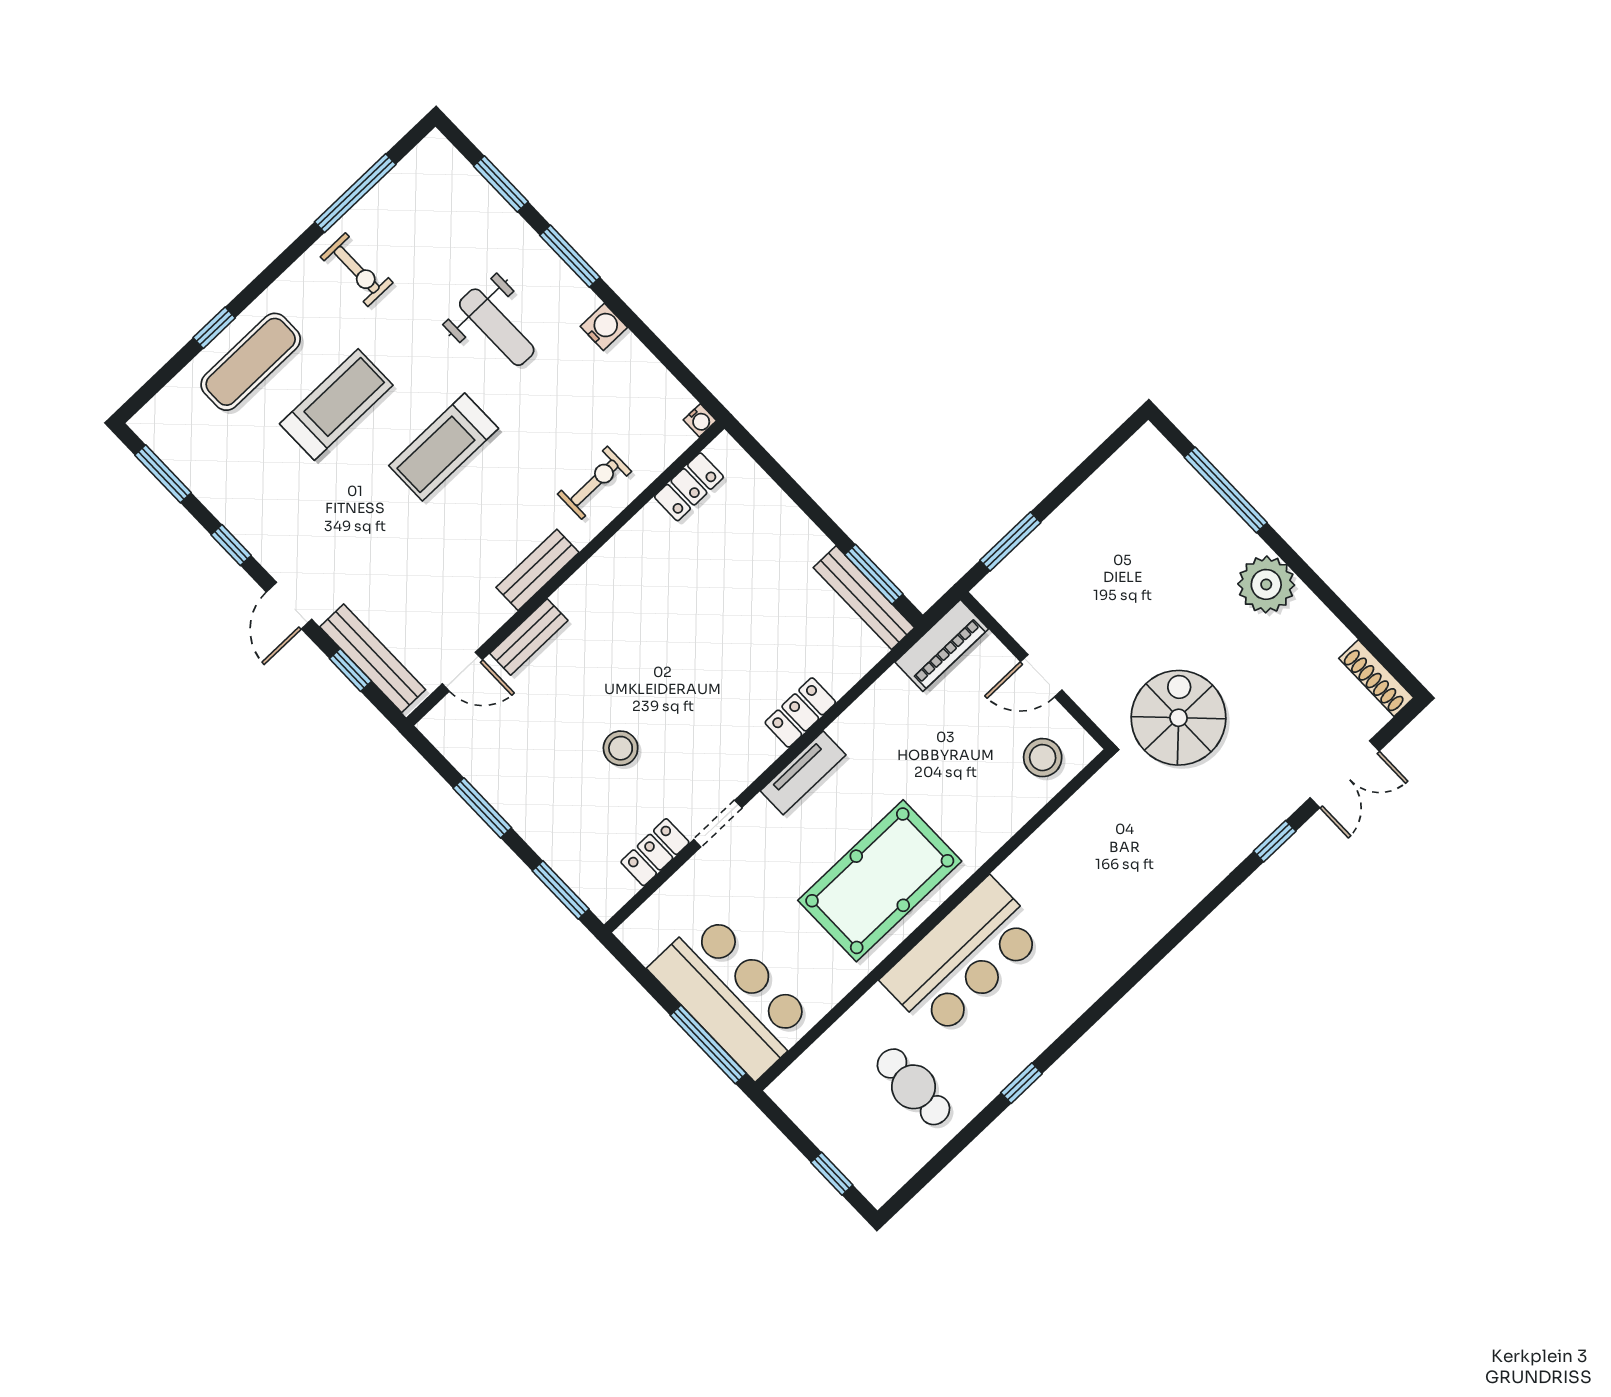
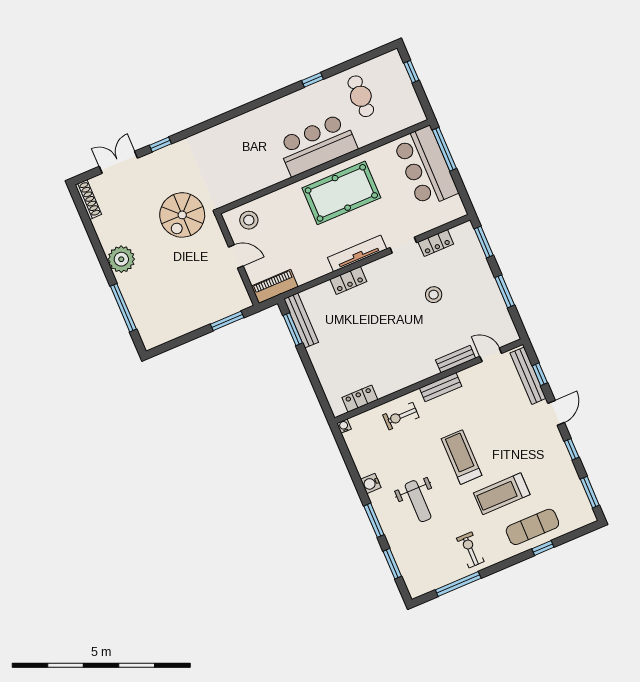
weight bench: (497, 327) -> (418, 501), turned 180
treadmill: (444, 447) -> (462, 457), turned -90
tv unit: (803, 773) -> (357, 253), width x1.41

